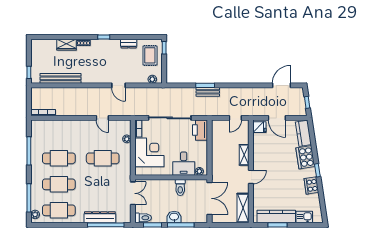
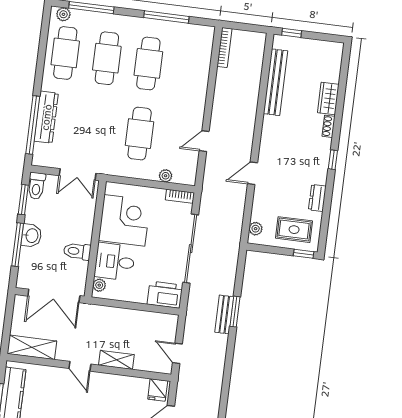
corner desk: (149, 152) -> (124, 220), moved, turned -90

